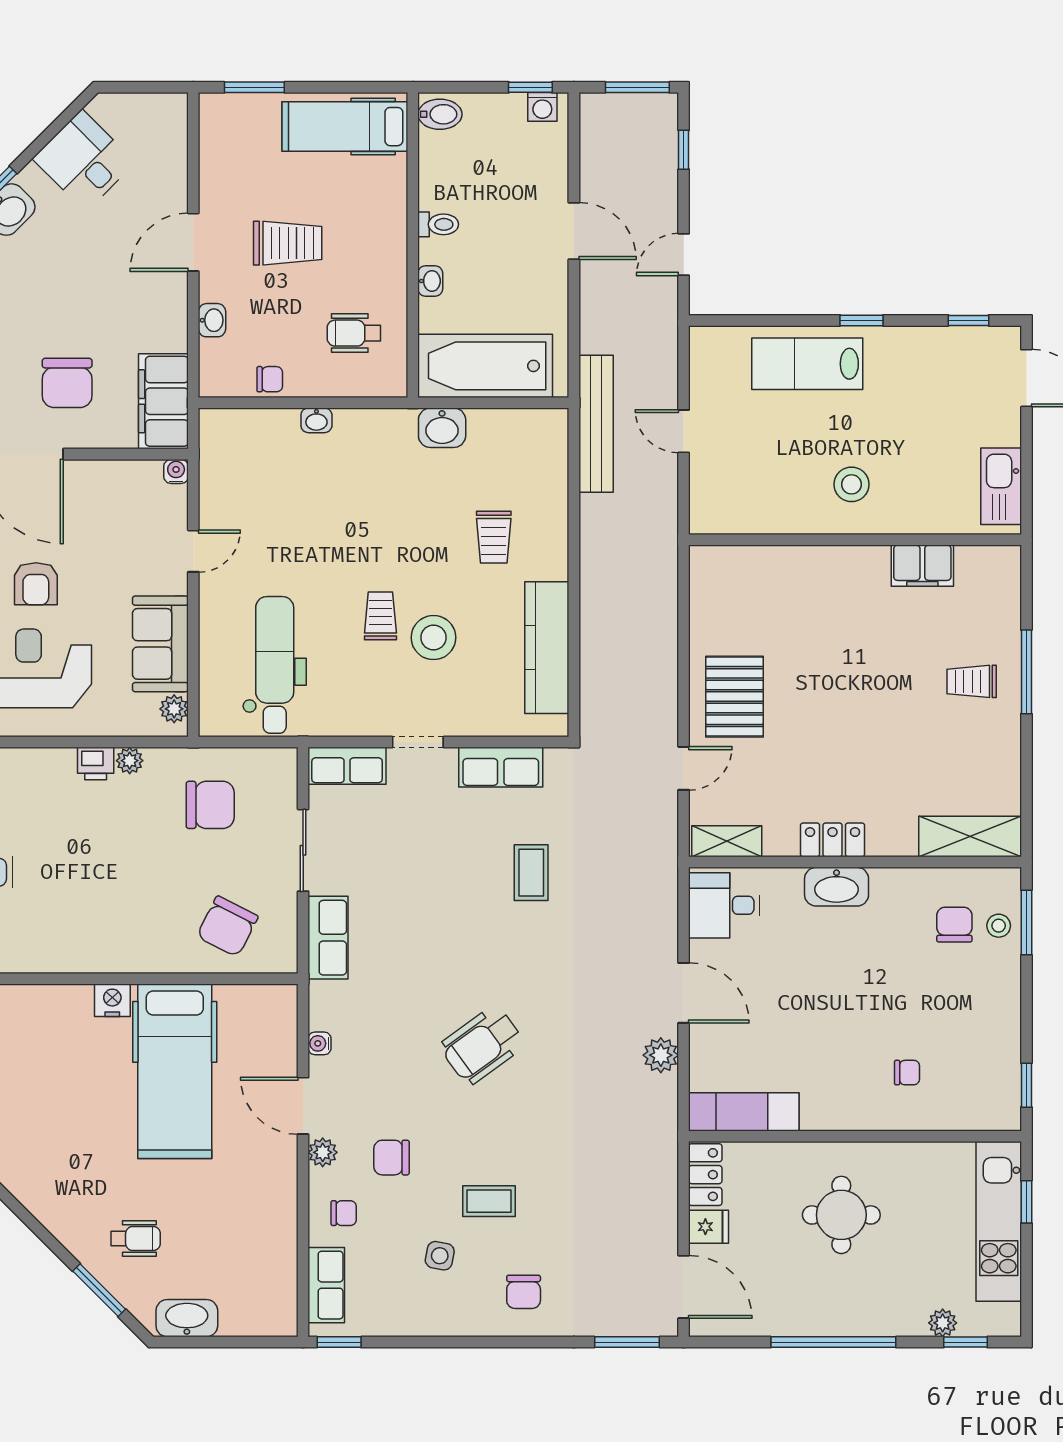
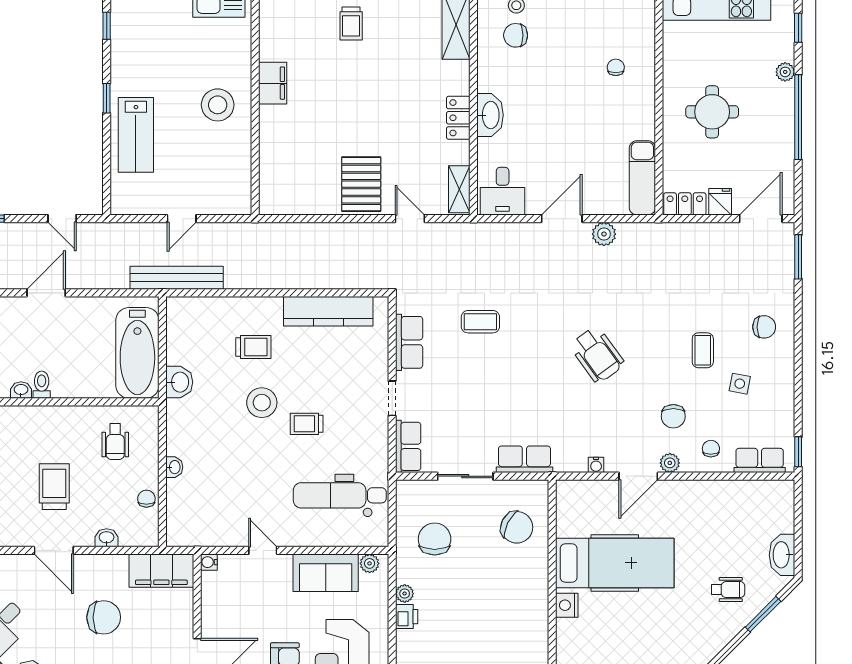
washbasin: (430, 281) -> (21, 390), moved
chair: (67, 383) -> (104, 617), moved
stool: (851, 484) -> (218, 105), width x1.38, depth x1.38
filing cabinet: (922, 566) -> (273, 83), moved
stool: (433, 638) -> (262, 403), moved
pallet: (734, 697) -> (361, 184), turned 90
wheelchair: (136, 1238) -> (728, 590), turned 90
plant: (943, 1323) -> (785, 72), moved

